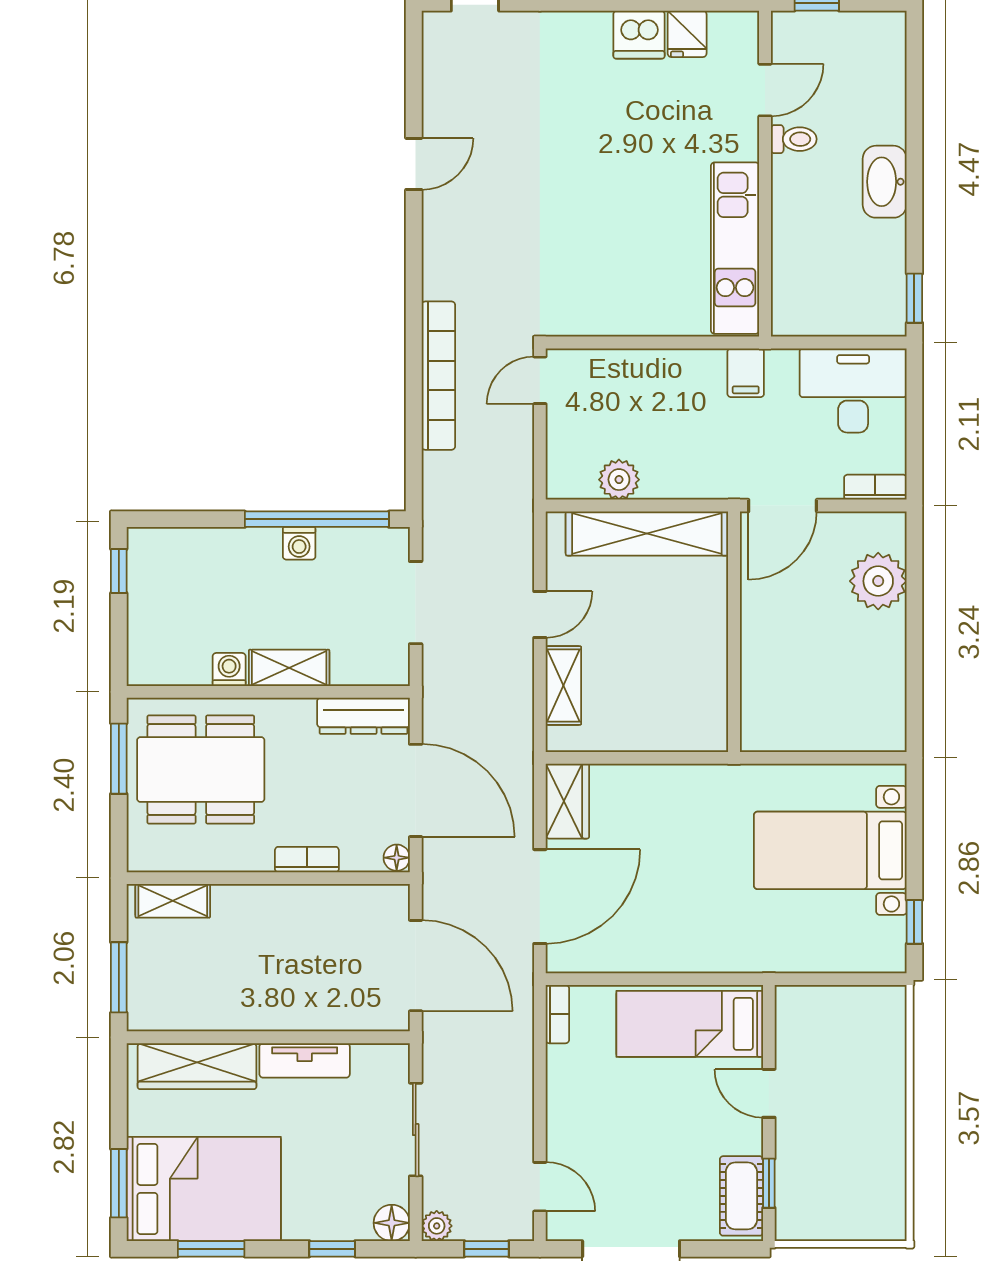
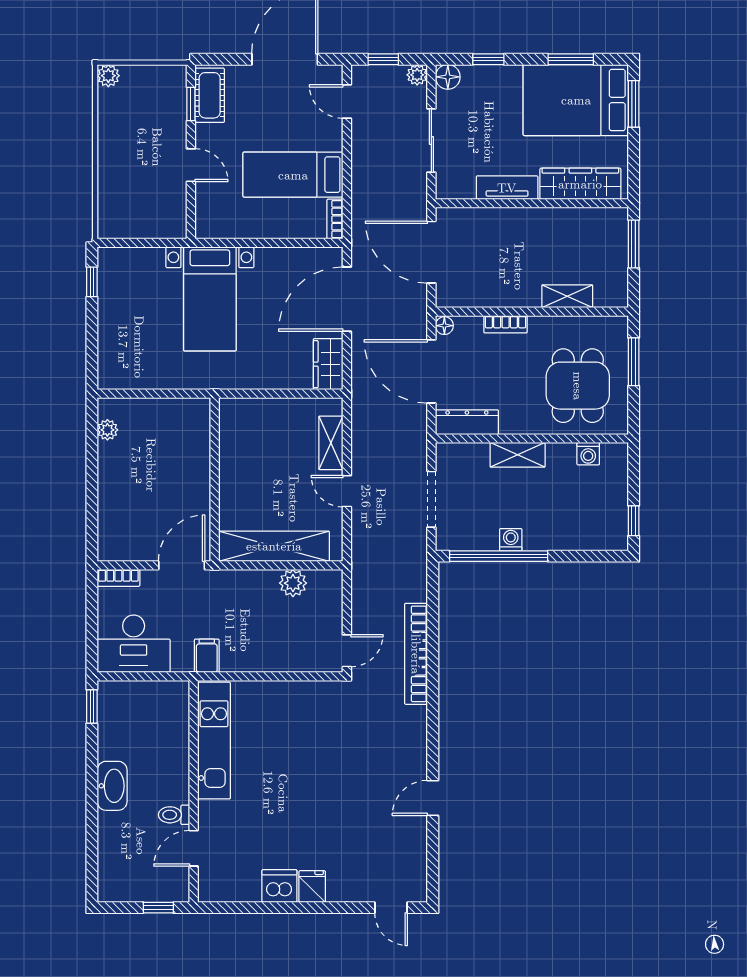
fridge: (687, 34) -> (312, 887), moved
plant: (878, 581) -> (107, 430), moved, width x0.53, depth x0.53
door: (540, 615) -> (347, 491), hinge flipped
washing machine: (229, 670) -> (588, 454), moved
window: (119, 759) -> (634, 362), moved
dining table: (201, 770) -> (578, 386), width x0.73
bed with nightstands: (830, 850) -> (210, 299), moved, turned 90
shelving: (173, 901) -> (567, 296), moved
bed: (690, 1024) -> (293, 175), moved, turned 180
plant: (890, 1225) -> (108, 76), added

